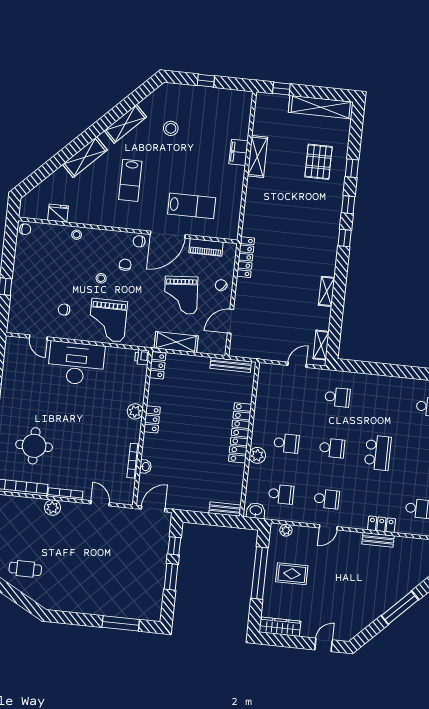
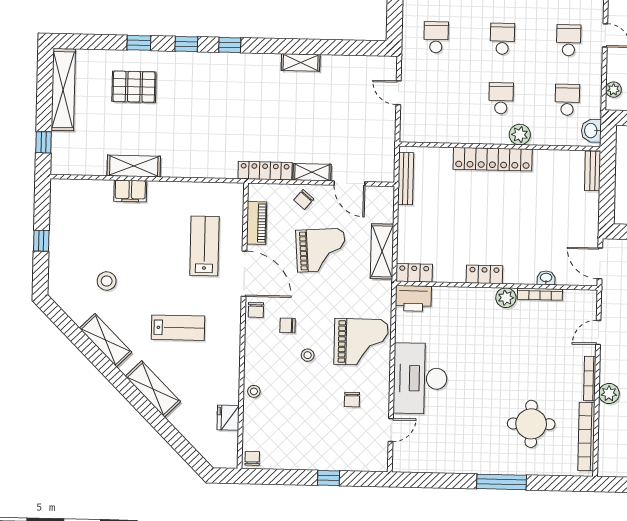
shelving: (321, 345) -> (312, 172), moved
printer: (142, 357) -> (413, 298), width x1.87, depth x1.48
plant: (135, 411) -> (506, 298), moved

